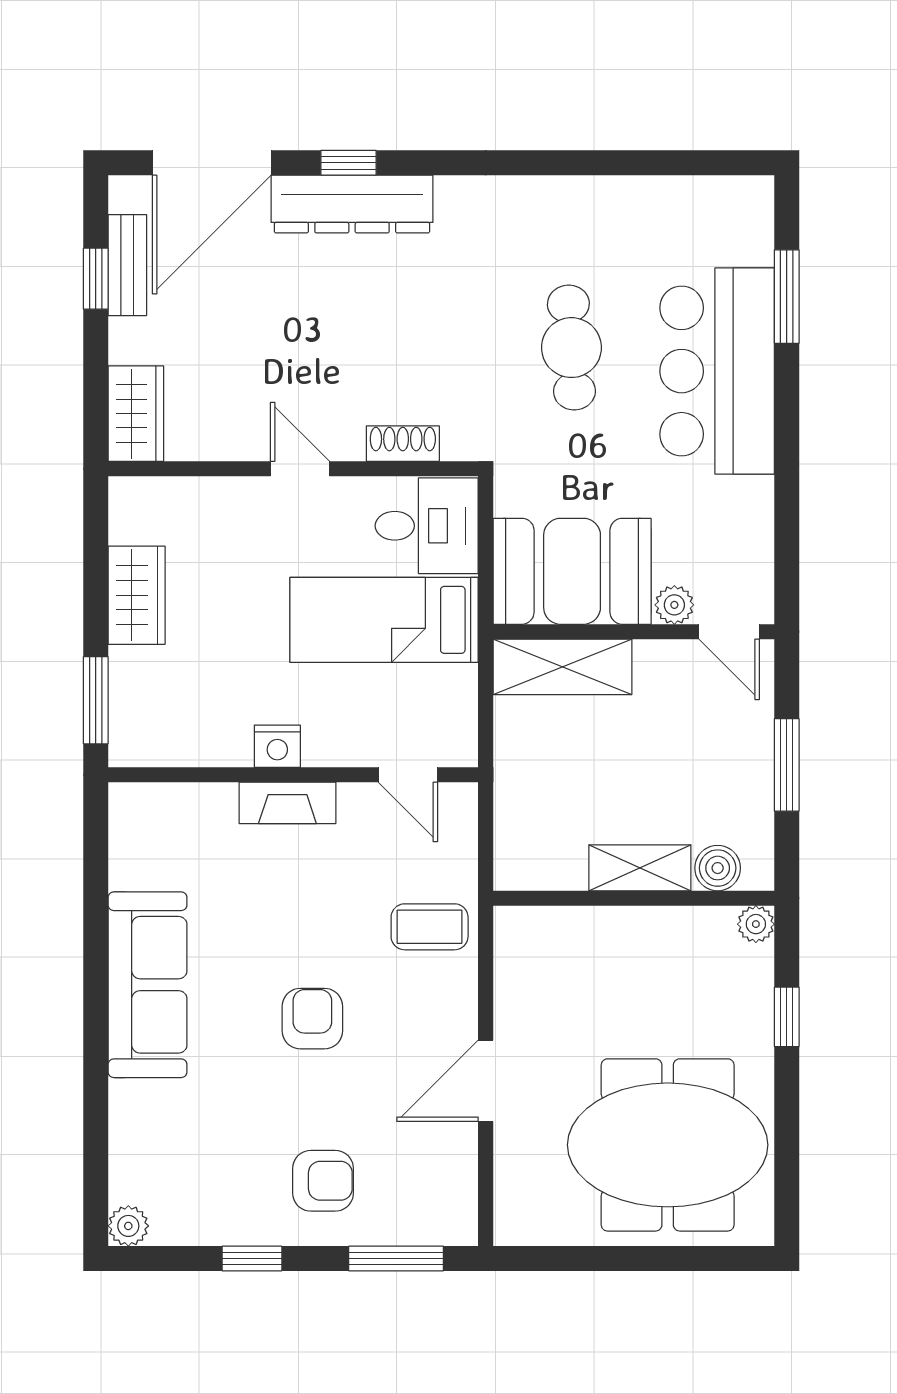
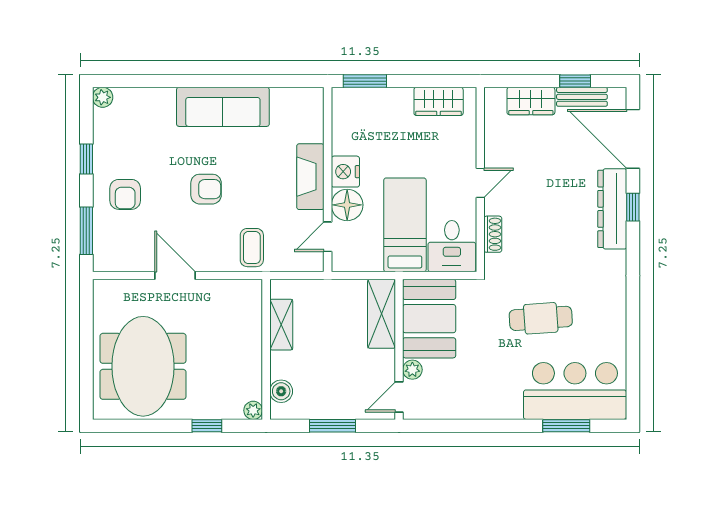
bar counter: (717, 371) -> (575, 391), moved
wardrobe: (136, 414) -> (531, 101), moved
wardrobe: (137, 595) -> (439, 101), moved
floor lamp: (344, 736) -> (347, 205), added
nightstand: (277, 746) -> (345, 172), width x1.36, depth x1.33
fireplace: (287, 803) -> (310, 177), width x1.37, depth x1.32
shelving: (640, 868) -> (281, 325), moved

